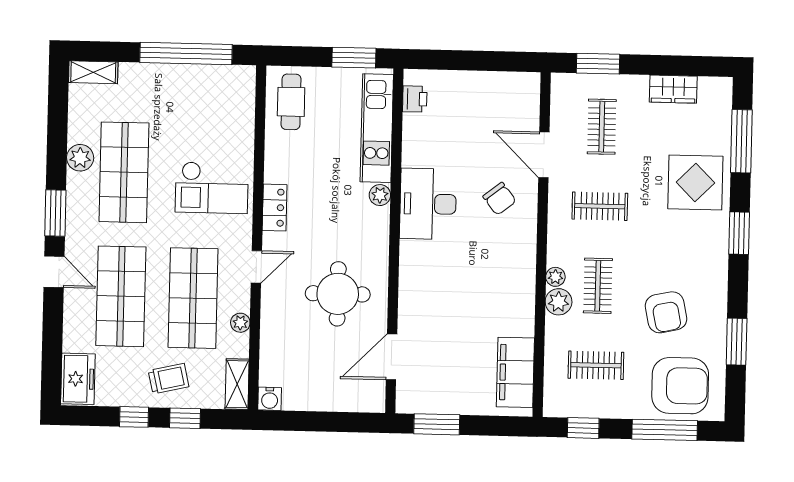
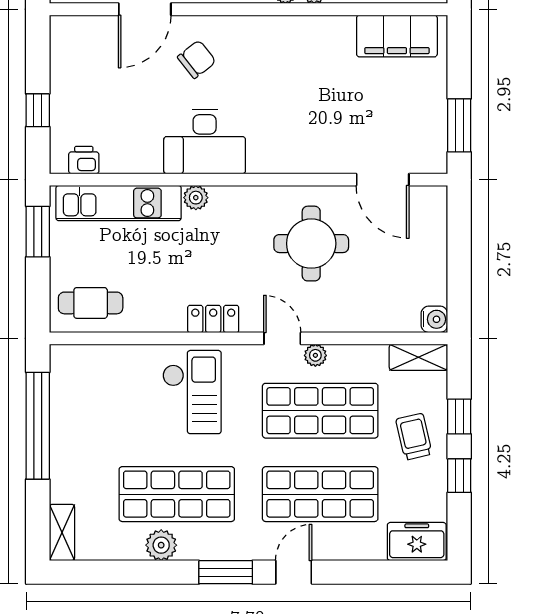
window: (459, 60) -> (38, 110), added
plant: (240, 323) -> (315, 355), moved

